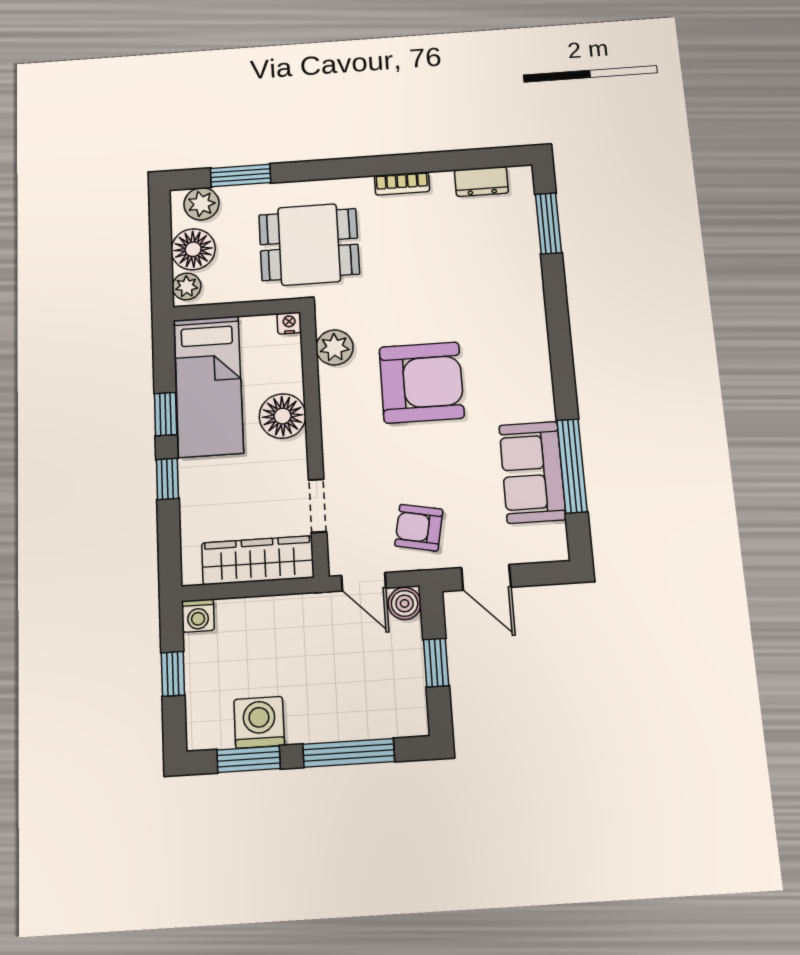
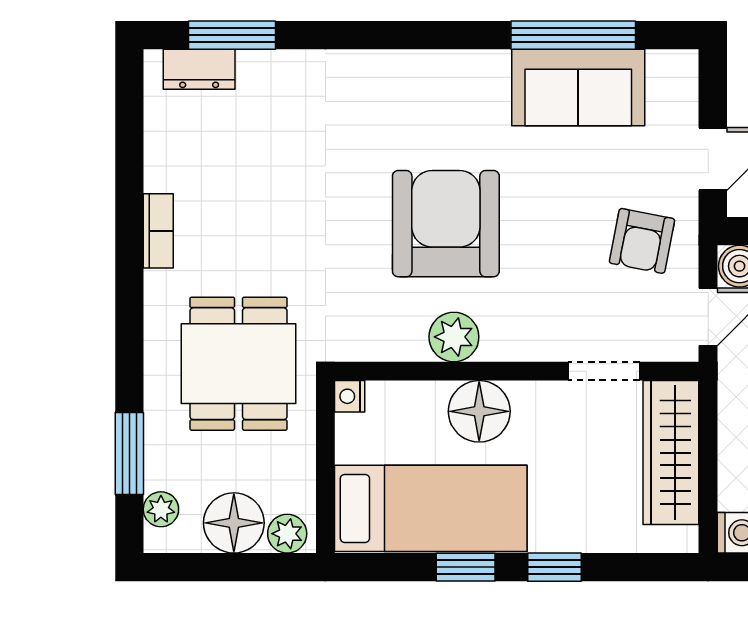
dresser: (481, 181) -> (199, 69), moved, turned 90
plant: (201, 204) -> (161, 509), width x0.73, depth x0.73
plant: (335, 347) -> (454, 337), moved

